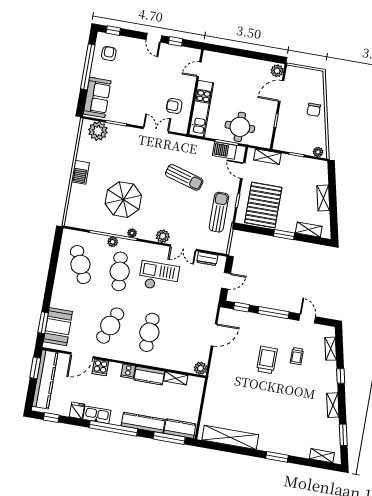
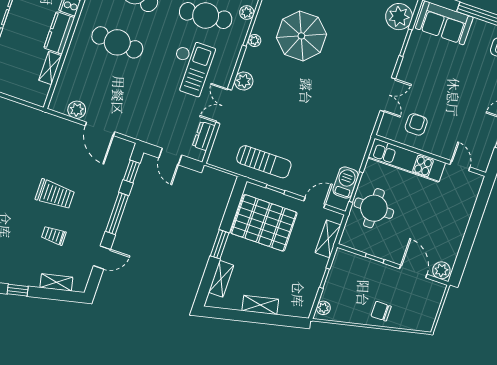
sun lounger: (184, 177) -> (318, 123), removed
plant: (200, 368) -> (77, 110), moved

